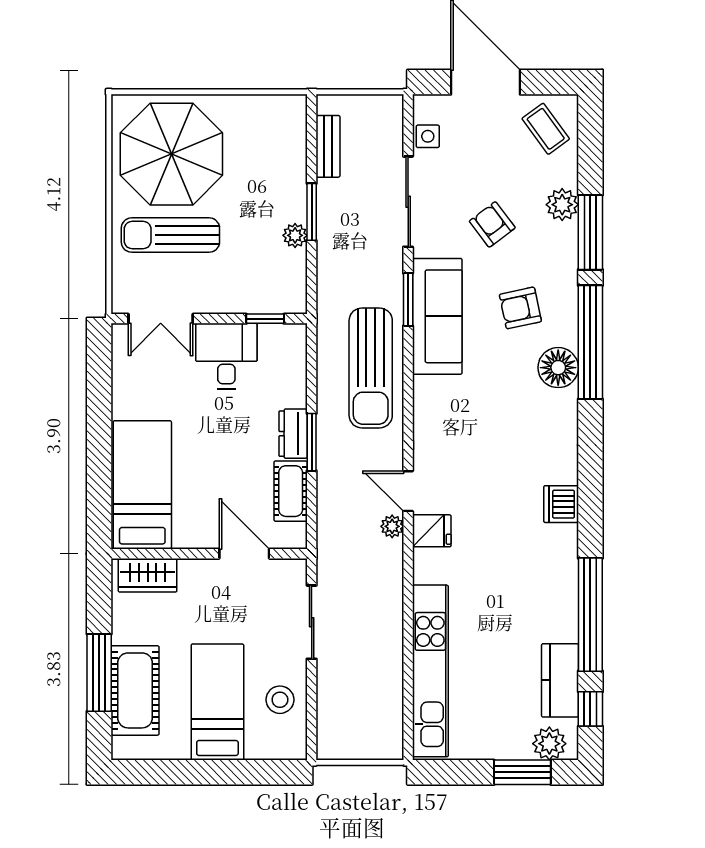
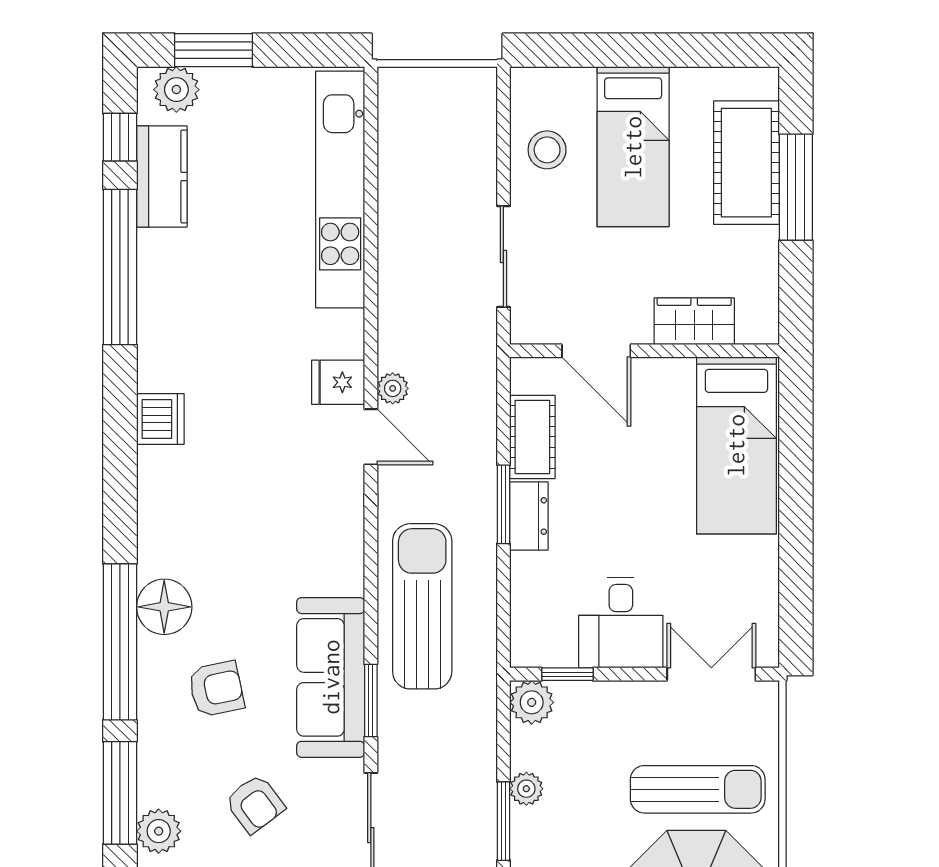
plant: (291, 298) -> (532, 702), added
wardrobe: (148, 575) -> (694, 321), moved

